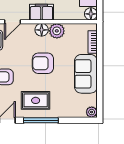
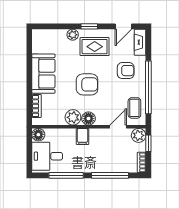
filing cabinet: (41, 12) -> (82, 136), width x0.50
plant: (92, 112) -> (73, 35), moved
window: (41, 120) -> (89, 26), width x0.46

